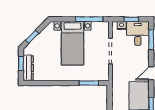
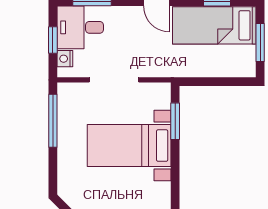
bed with nightstands: (72, 43) -> (129, 146), moved, turned 180

